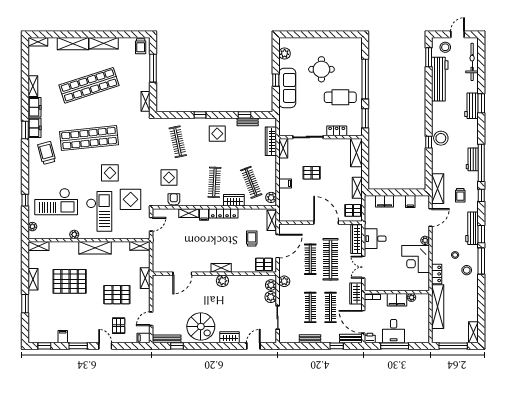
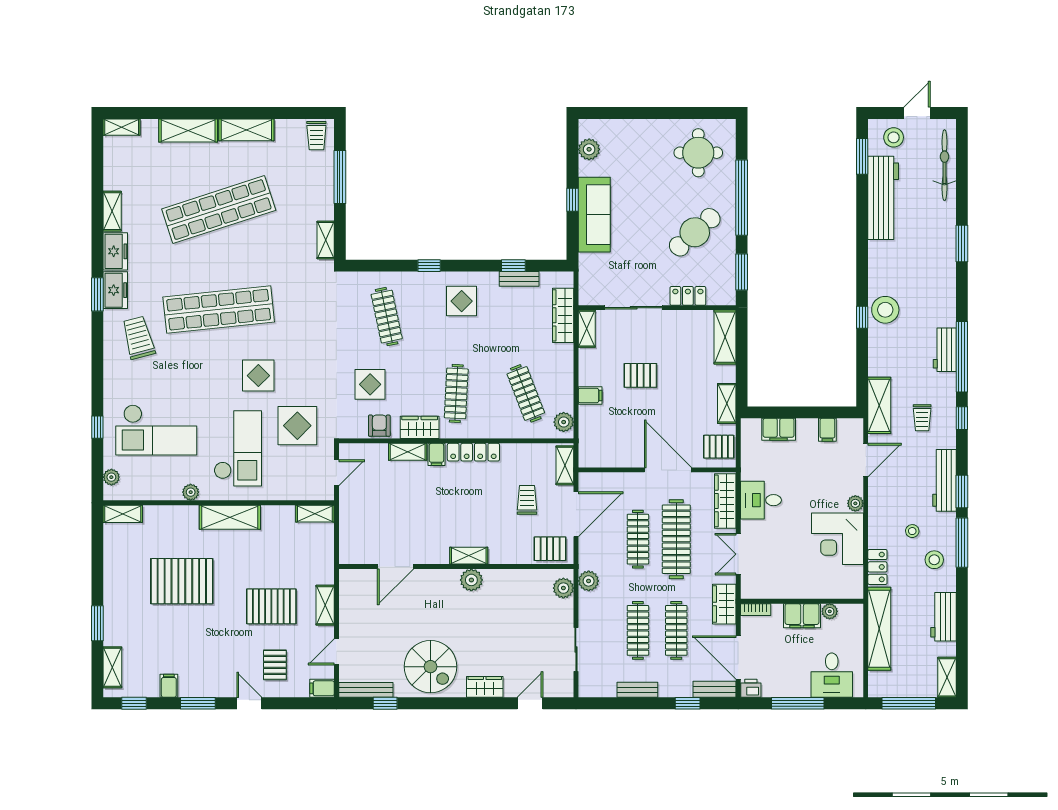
round table: (321, 69) -> (698, 153), moved
cafe table: (340, 97) -> (695, 232), turned -42
workbench: (472, 106) -> (943, 617), moved
wardrobe: (234, 200) -> (420, 427), moved
shelving: (145, 278) -> (325, 605), moved
shelving: (33, 279) -> (112, 667), moved
plant: (271, 297) -> (563, 611), removed
desk: (394, 331) -> (832, 675), moved

